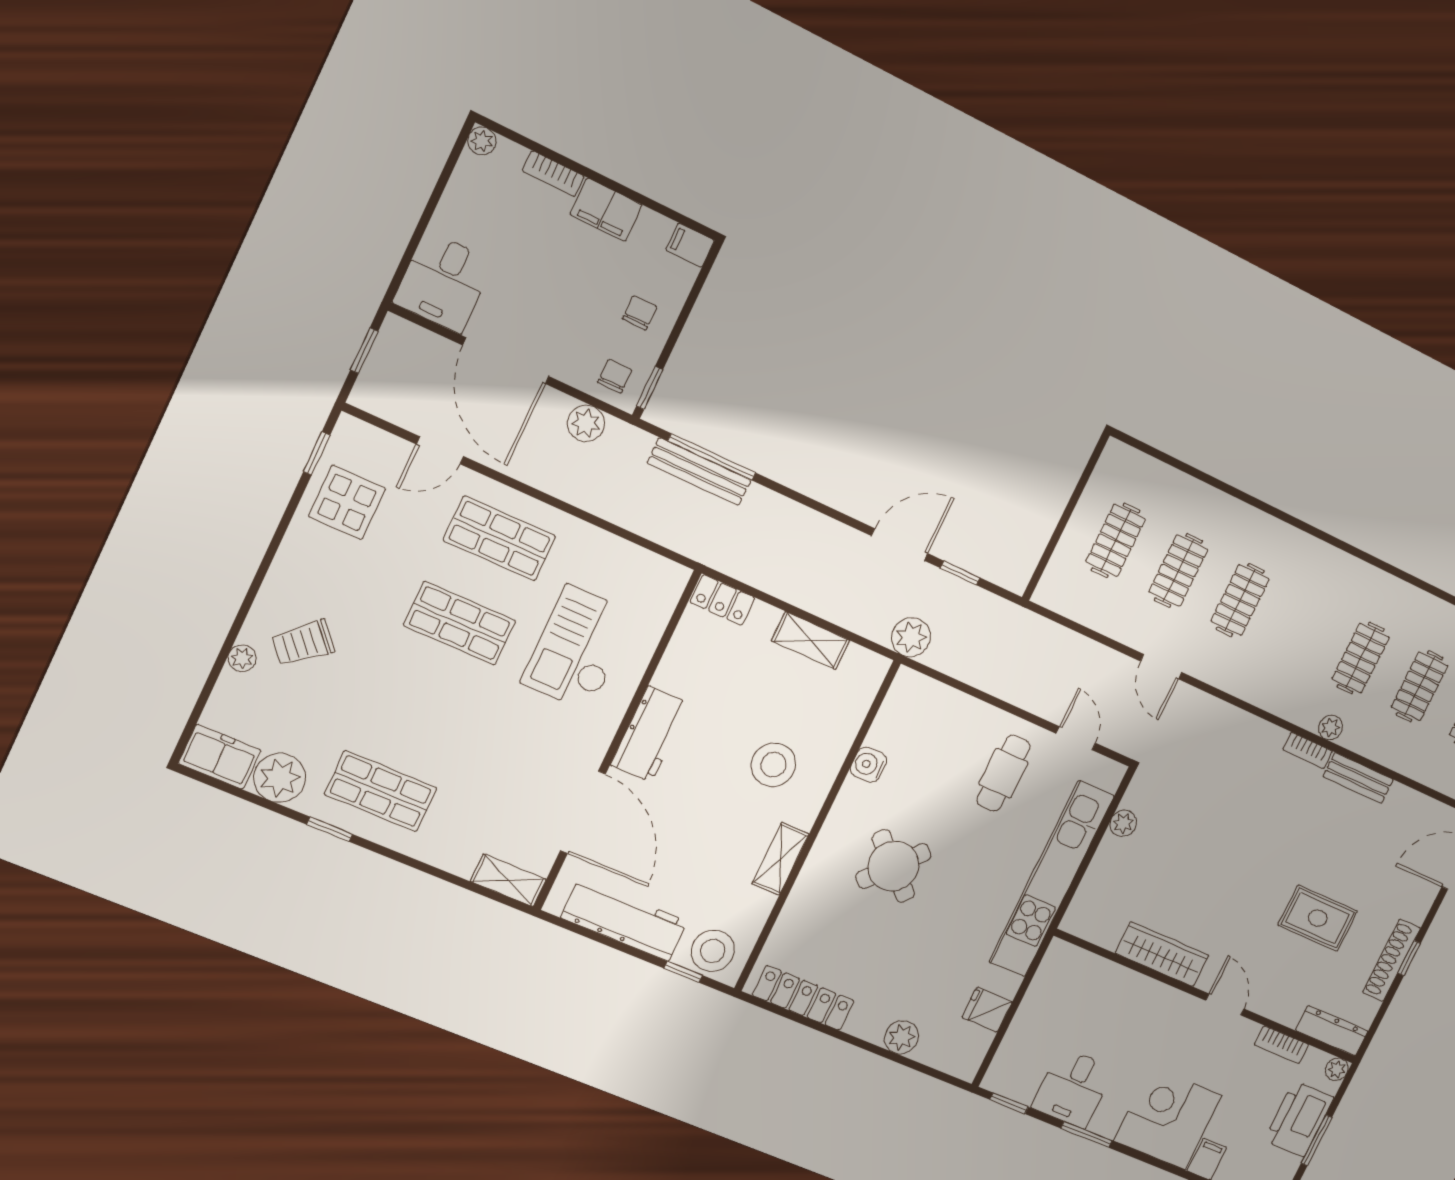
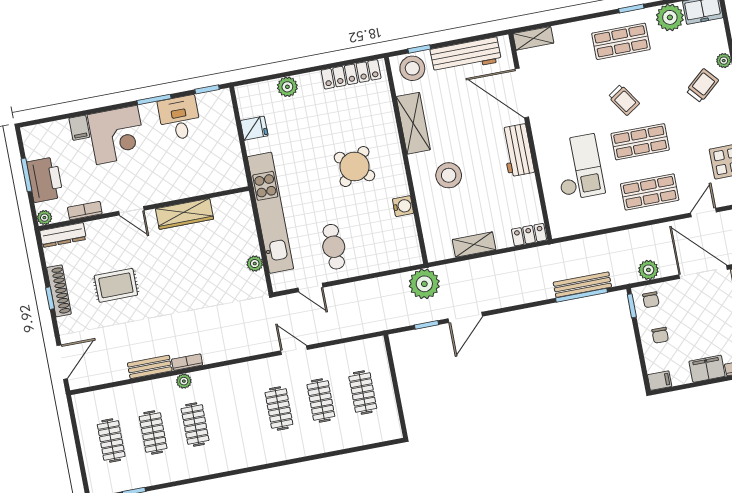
plant: (911, 637) -> (424, 284), width x1.36, depth x1.36
trolley: (439, 702) -> (624, 100), added
shelving: (780, 859) -> (413, 123), width x1.50, depth x1.33

